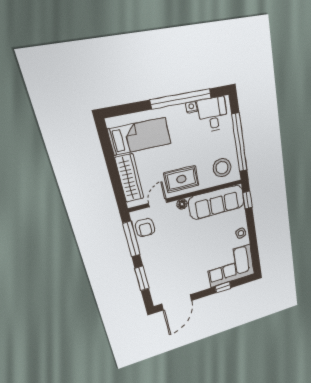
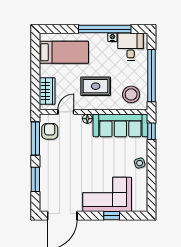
wardrobe: (129, 178) -> (47, 91), width x0.67
rug: (181, 179) -> (96, 86), moved
armchair: (145, 228) -> (50, 131), turned 180
corner sofa: (230, 266) -> (107, 194), moved

